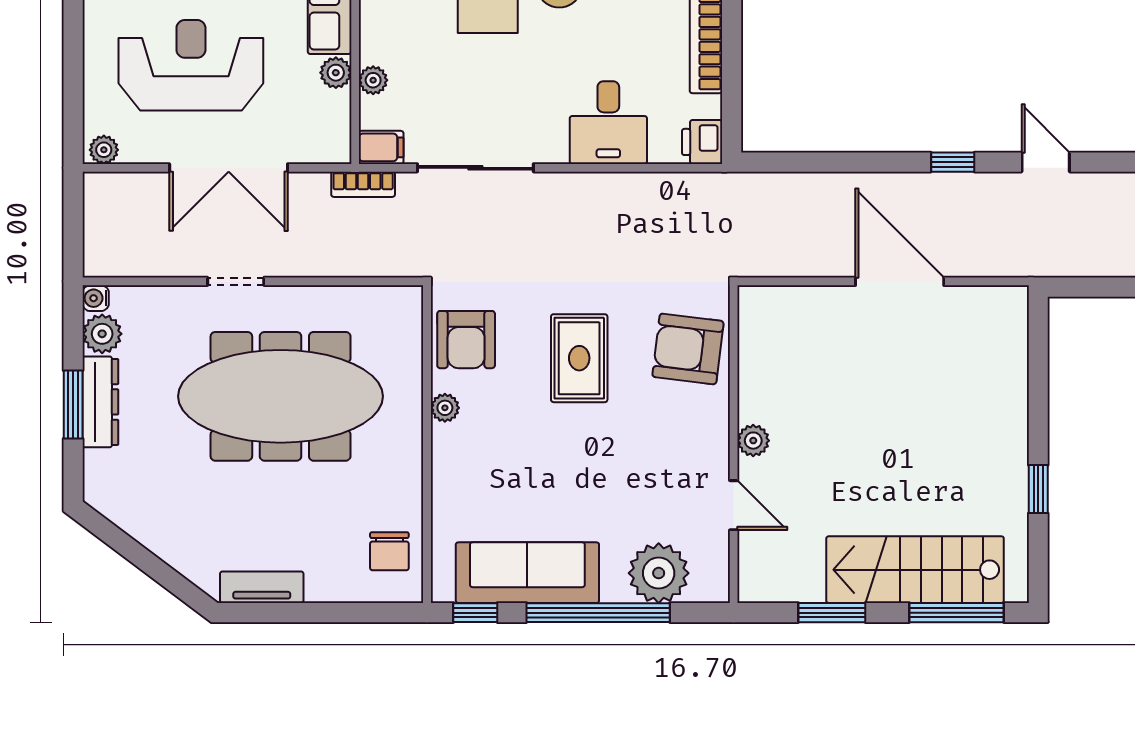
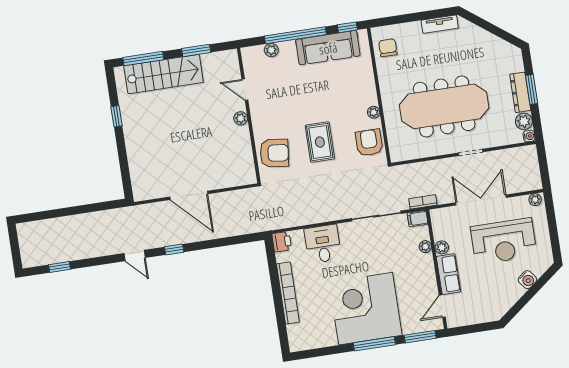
plant: (659, 573) -> (271, 50), width x0.53, depth x0.53

